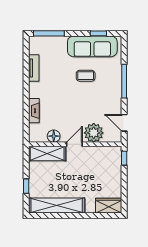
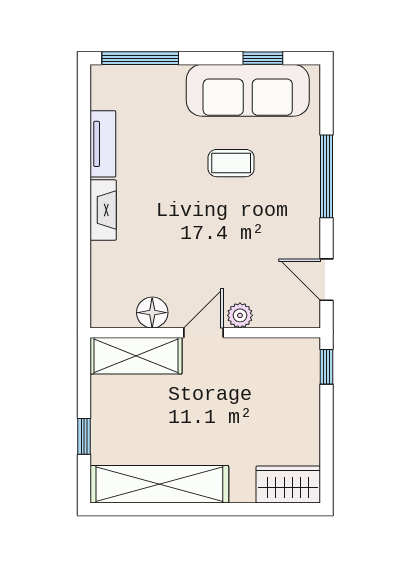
fireplace: (34, 111) -> (103, 210), moved
plant: (94, 133) -> (240, 315), width x0.53, depth x0.53

